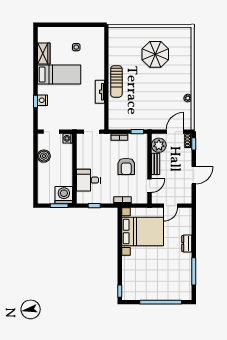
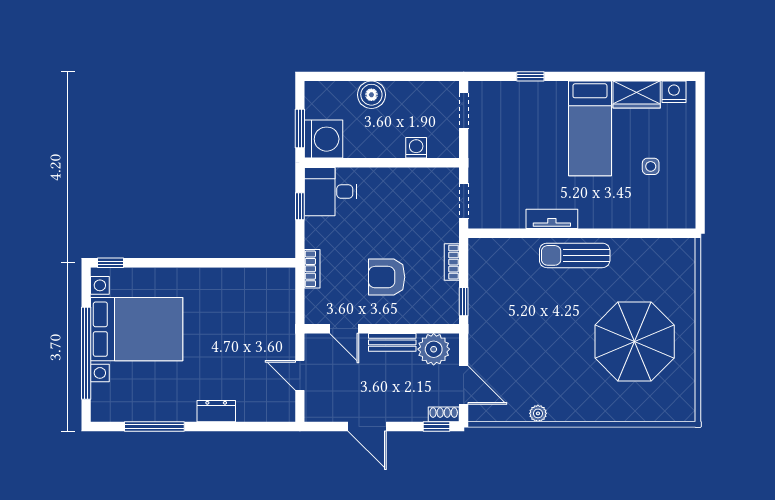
parasol: (155, 54) -> (635, 342), width x1.36, depth x1.36
nightstand: (43, 100) -> (674, 92), moved
washing machine: (68, 138) -> (416, 148), moved
boiler: (44, 156) -> (371, 95), moved
desk: (88, 180) -> (331, 192), moved, turned -90
bed with nightstands: (143, 232) -> (137, 329), moved, turned -90

